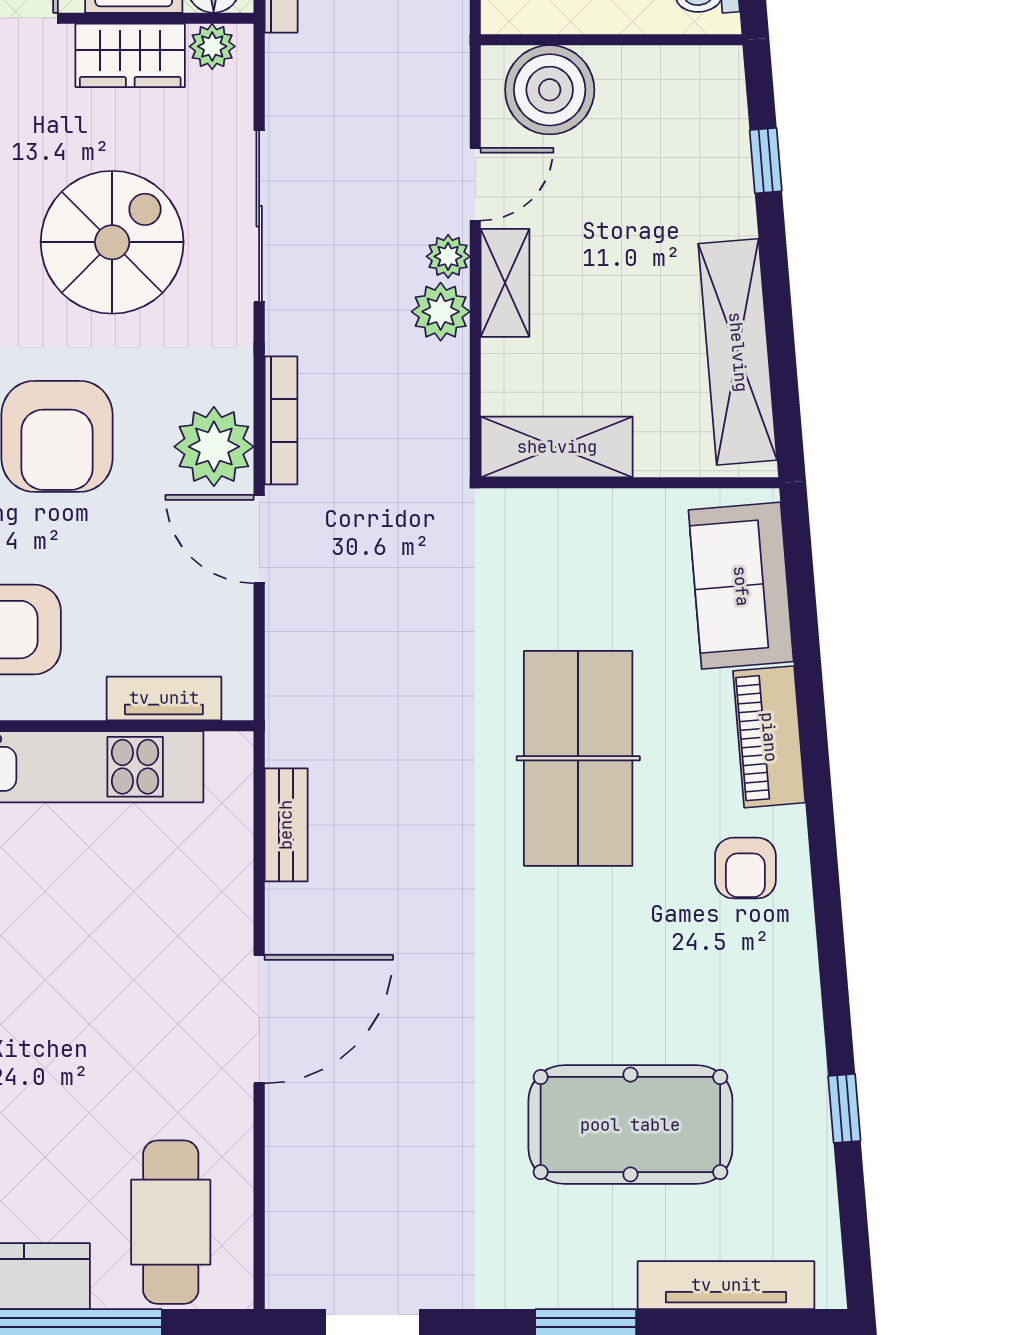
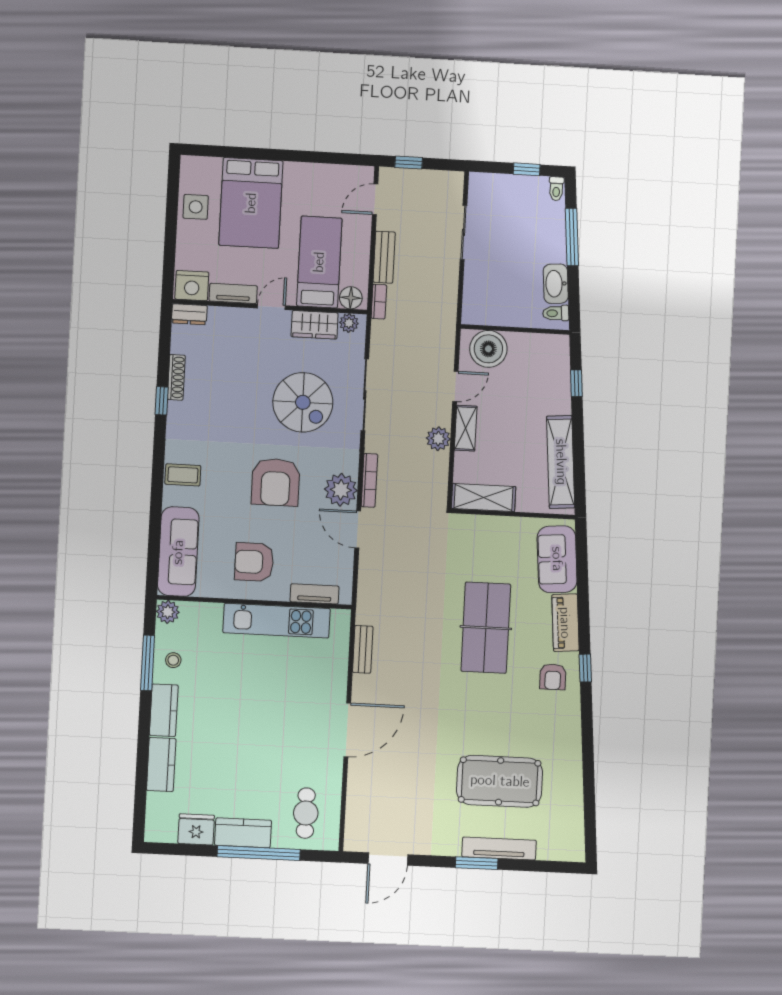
spiral stairs: (112, 242) -> (303, 402), turned 90
plant: (448, 256) -> (443, 416), removed
window: (844, 1108) -> (585, 668), moved
cafe table: (171, 1222) -> (306, 813), width x0.73, depth x0.74
tv unit: (726, 1285) -> (499, 848), moved

